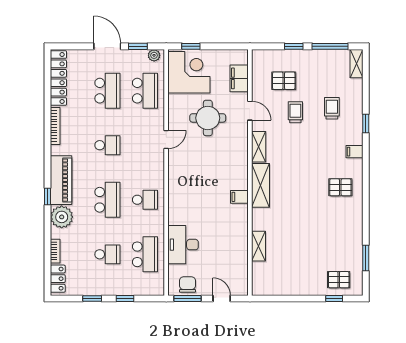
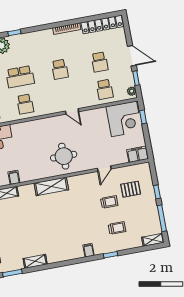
door: (107, 46) -> (132, 56), hinge flipped
filing cabinet: (239, 78) -> (138, 154), moved
pallet: (284, 81) -> (131, 189), turned 90
school desk: (107, 91) -> (100, 62), width x0.54
school desk: (145, 91) -> (105, 89), width x0.54
round table: (208, 118) -> (64, 156), moved
shelving: (259, 147) -> (35, 261), moved
piano: (61, 180) -> (28, 40), removed
pallet: (340, 187) -> (61, 245), removed
filing cabinet: (239, 197) -> (14, 177), moved

